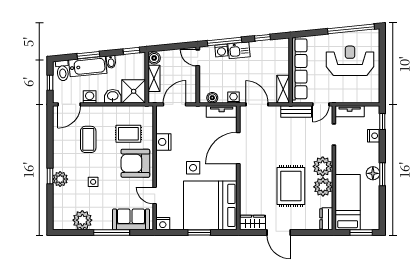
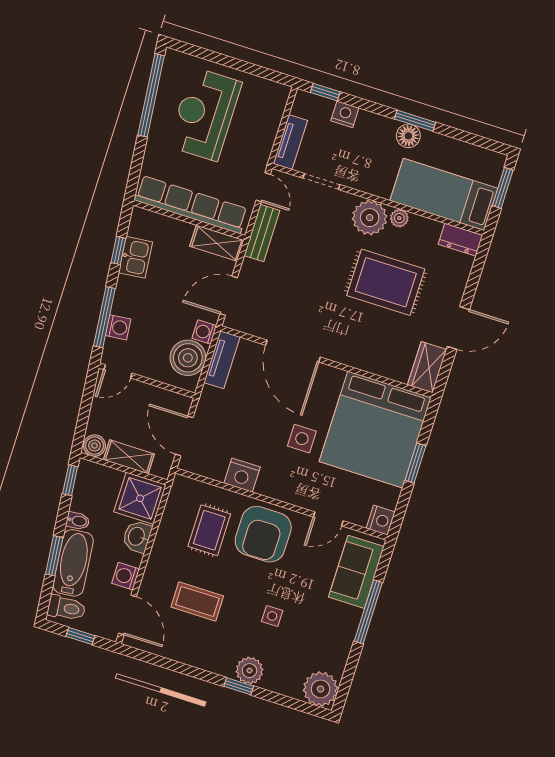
kitchen sink: (239, 50) -> (136, 257), moved
boiler: (212, 98) -> (188, 358), width x1.86, depth x1.86
plant: (323, 187) -> (399, 218), width x0.53, depth x0.53
plant: (82, 220) -> (321, 689), moved

